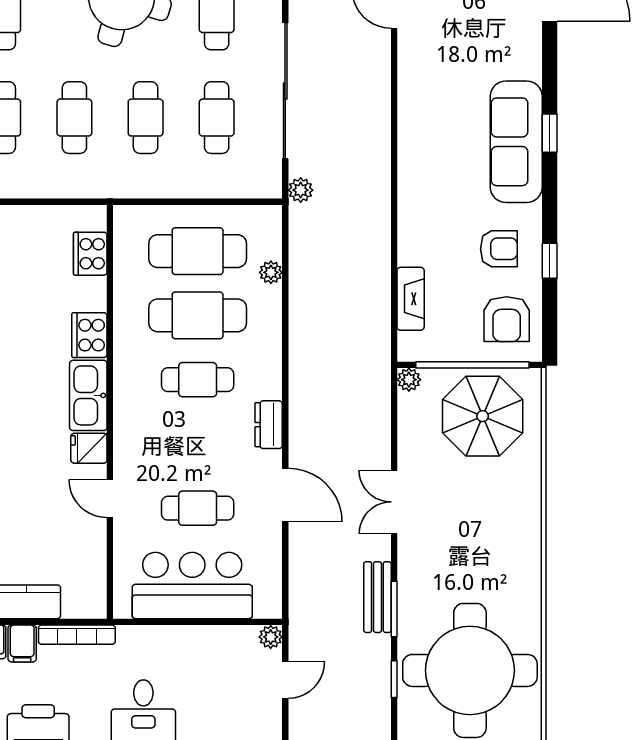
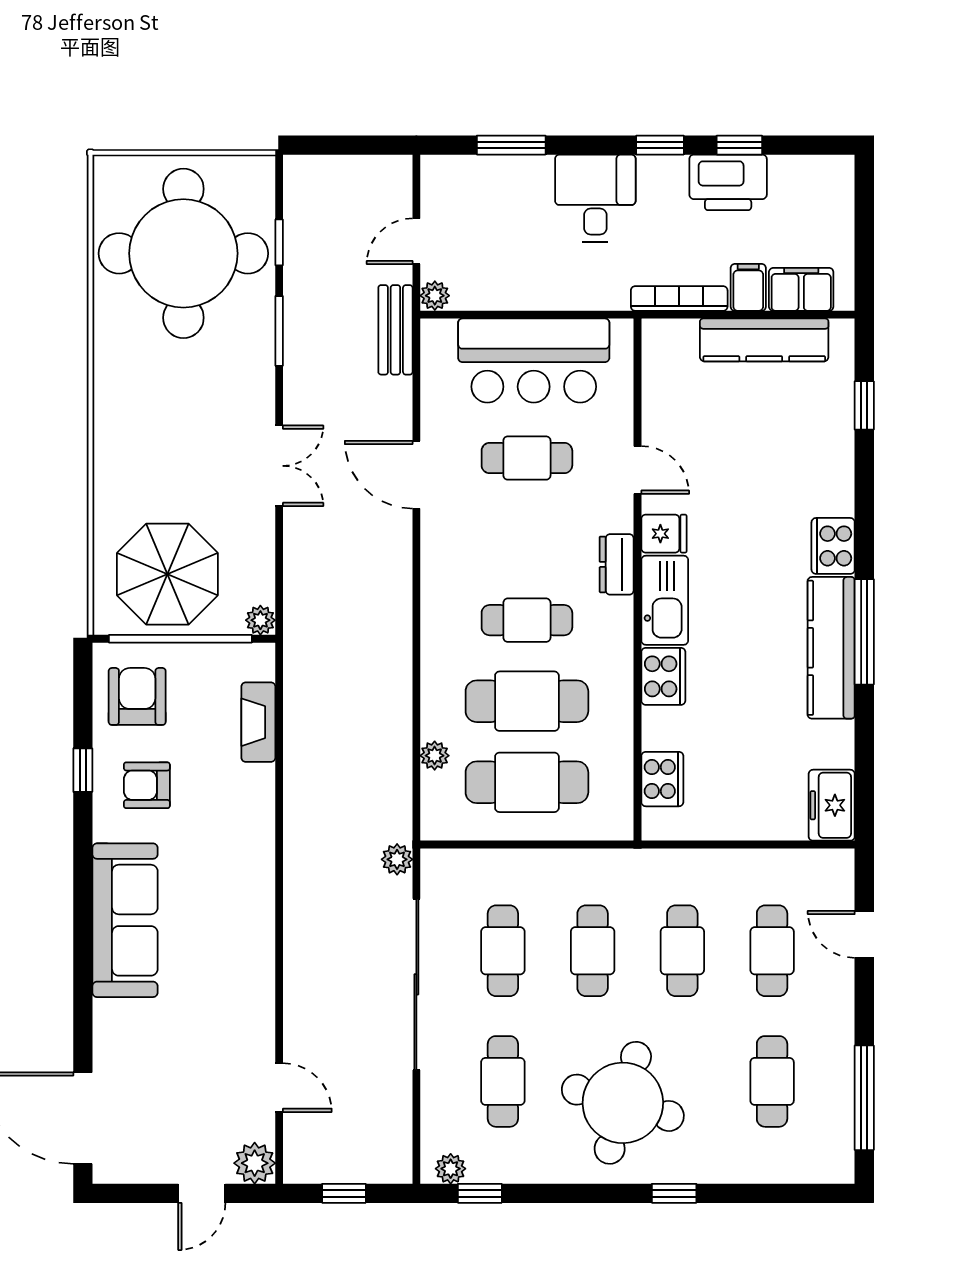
window: (550, 133) -> (83, 931), removed
dresser: (269, 425) -> (617, 564), moved, turned 180
bench: (377, 597) -> (395, 330), moved

